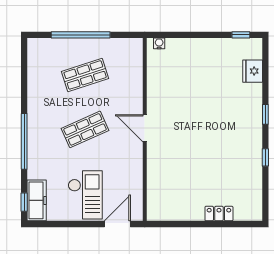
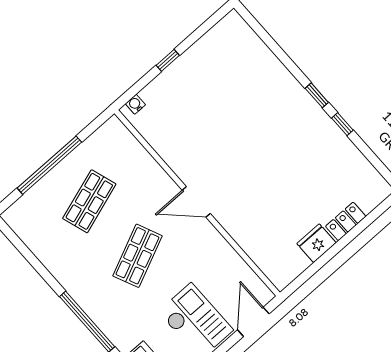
window: (241, 35) -> (168, 60), moved
fridge: (253, 71) -> (317, 243), moved, turned 90
window: (265, 114) -> (317, 95), moved

